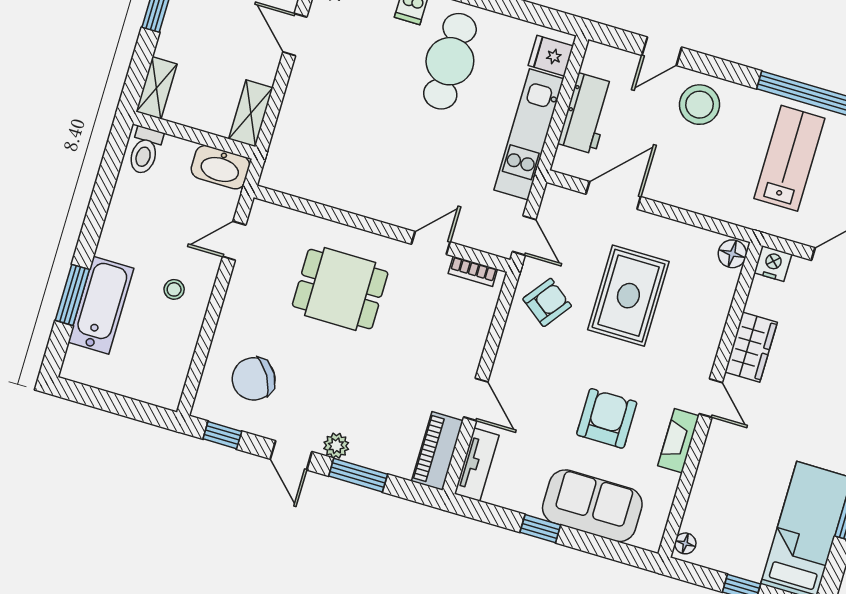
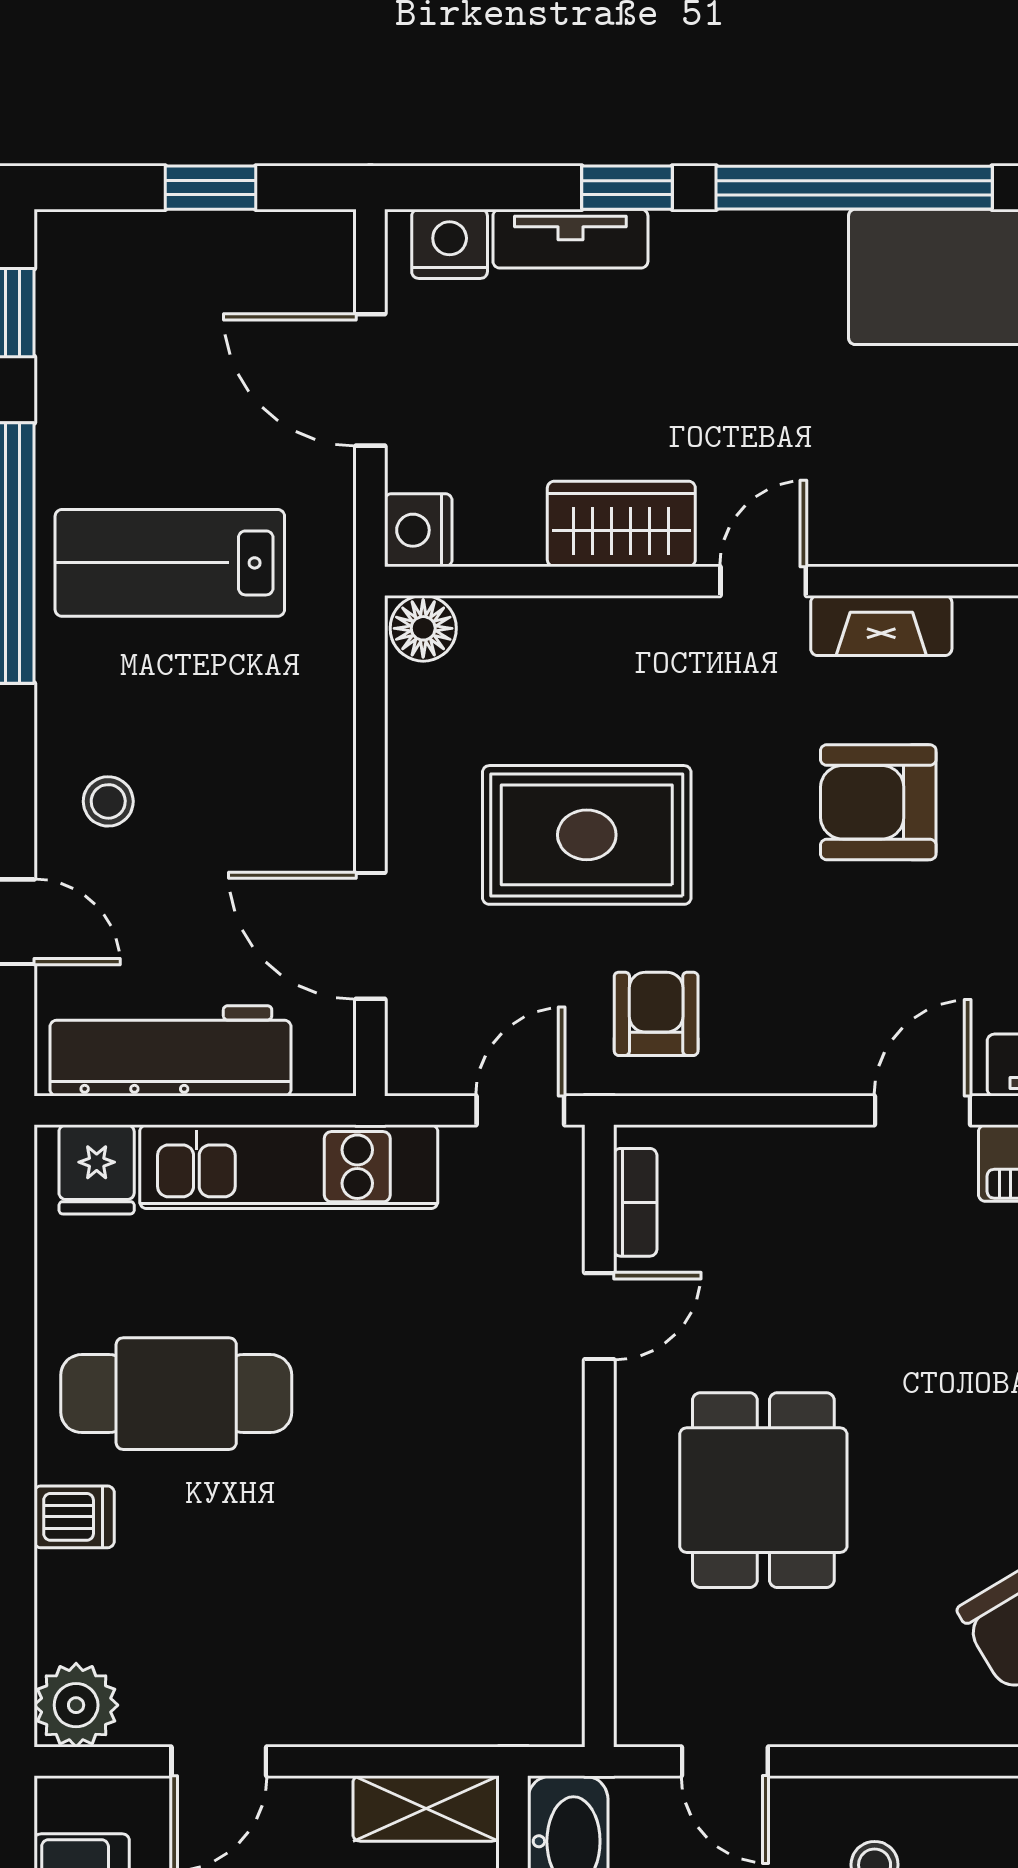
stool: (700, 105) -> (108, 801), width x0.53, depth x0.53
workbench: (586, 113) -> (171, 1051), width x1.38
door: (431, 243) -> (599, 1316), swing flipped
armchair: (547, 302) -> (656, 1014), turned 53

